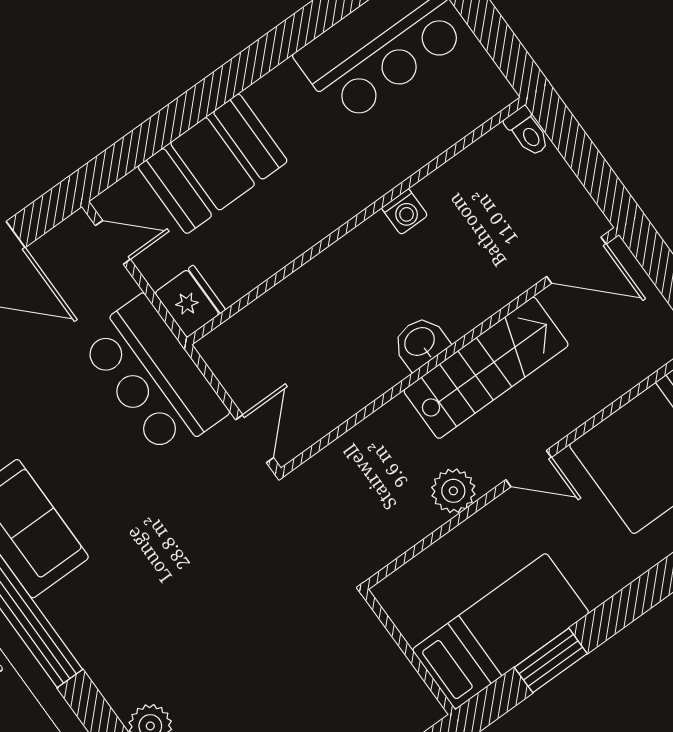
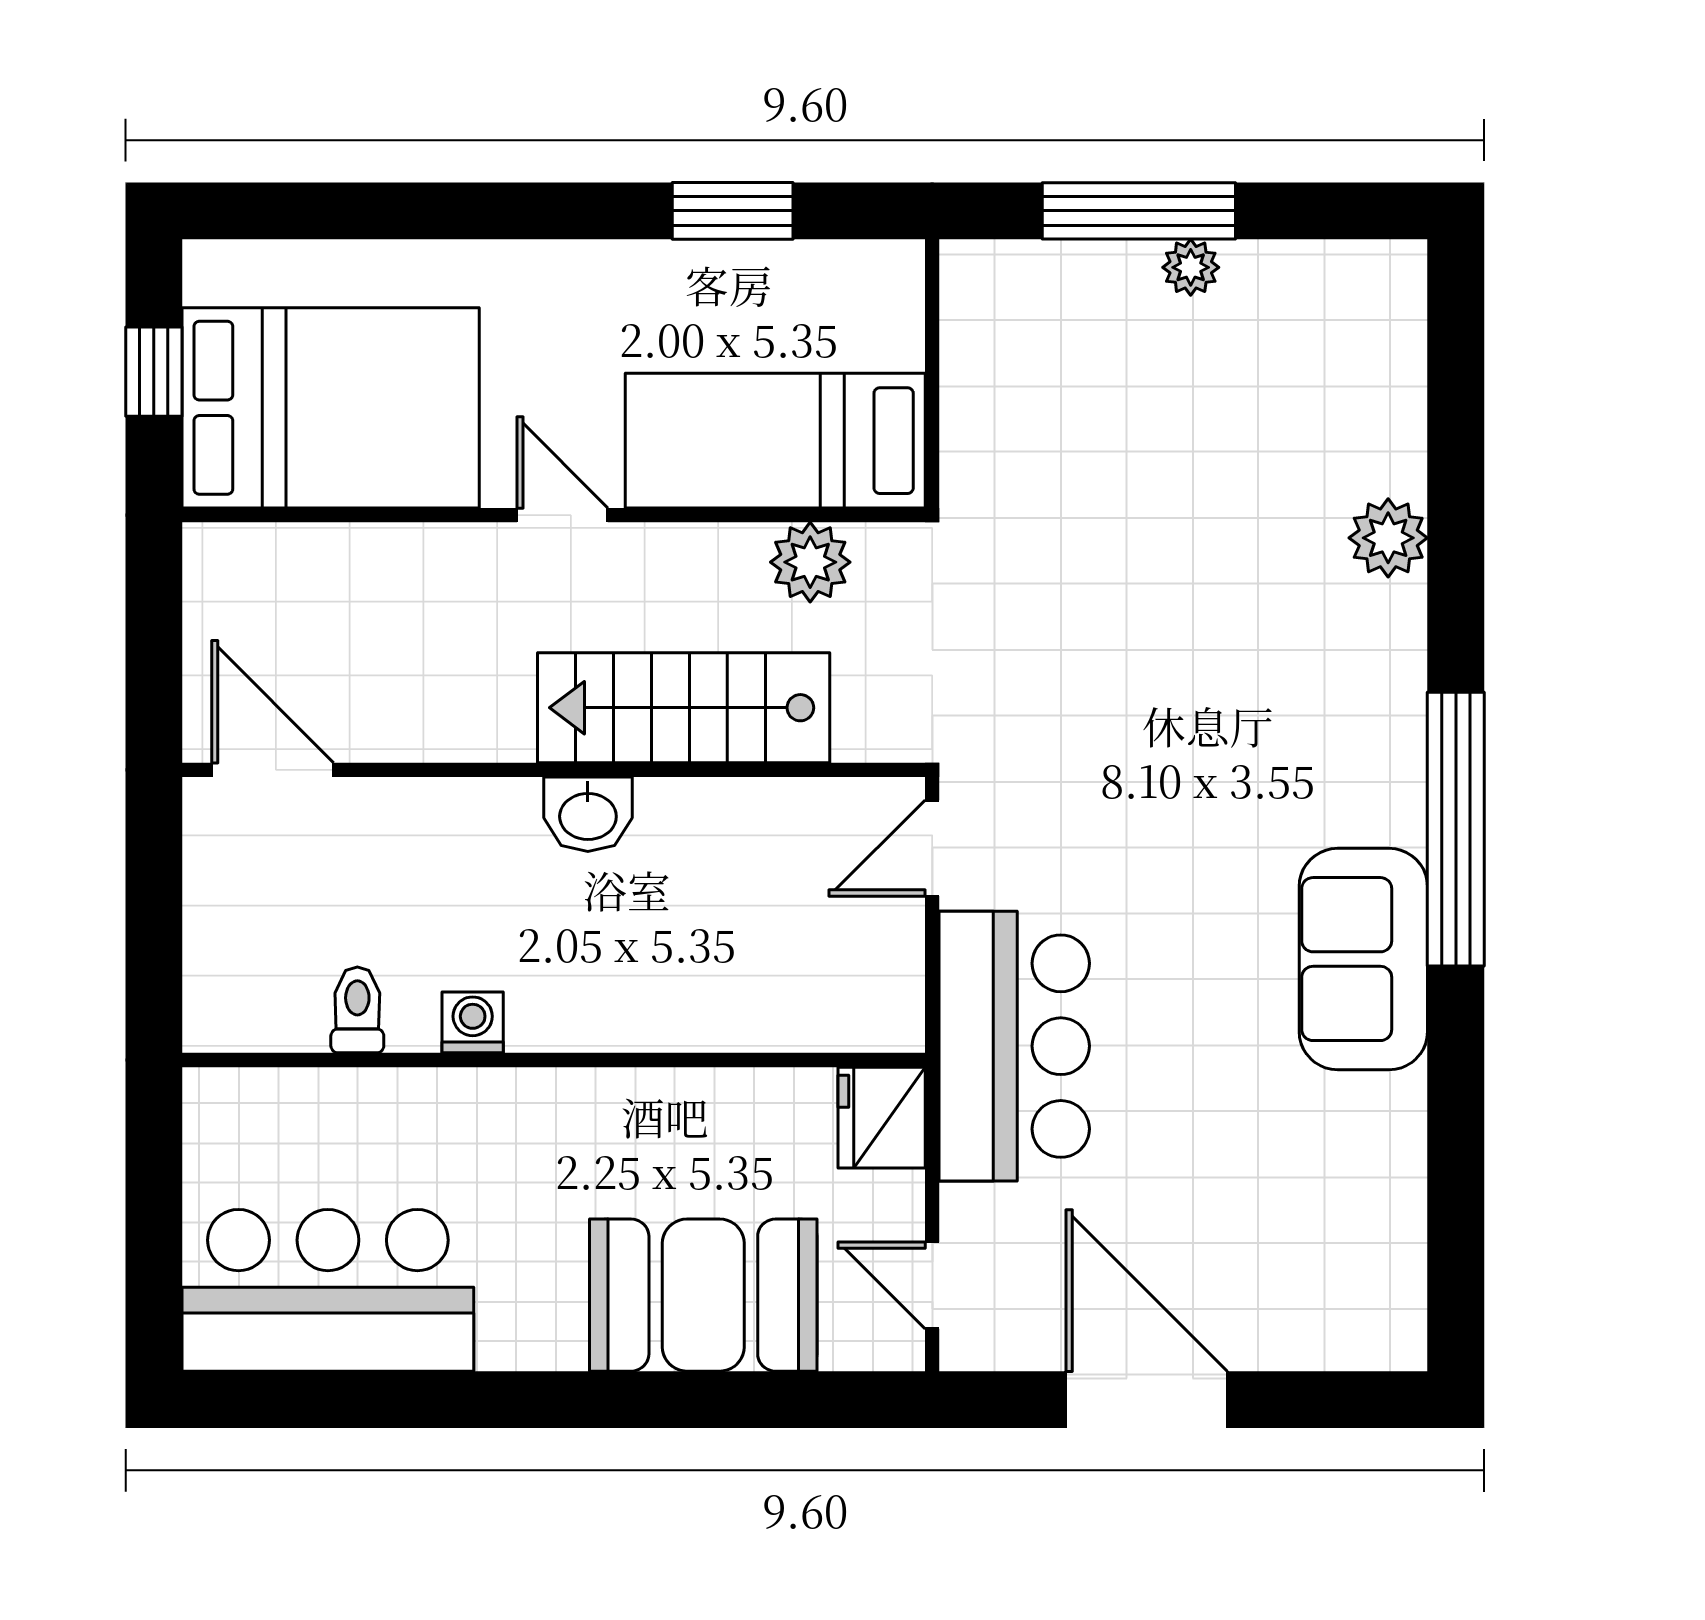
toilet: (527, 132) -> (357, 1010), moved
stairs: (486, 368) -> (684, 708), moved
plant: (453, 491) -> (810, 562), moved
bed: (501, 631) -> (775, 441), moved

